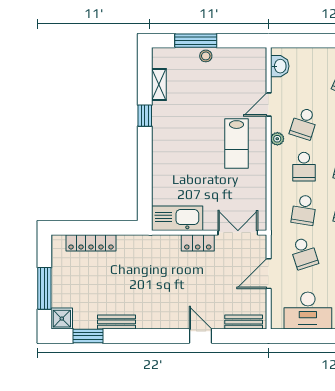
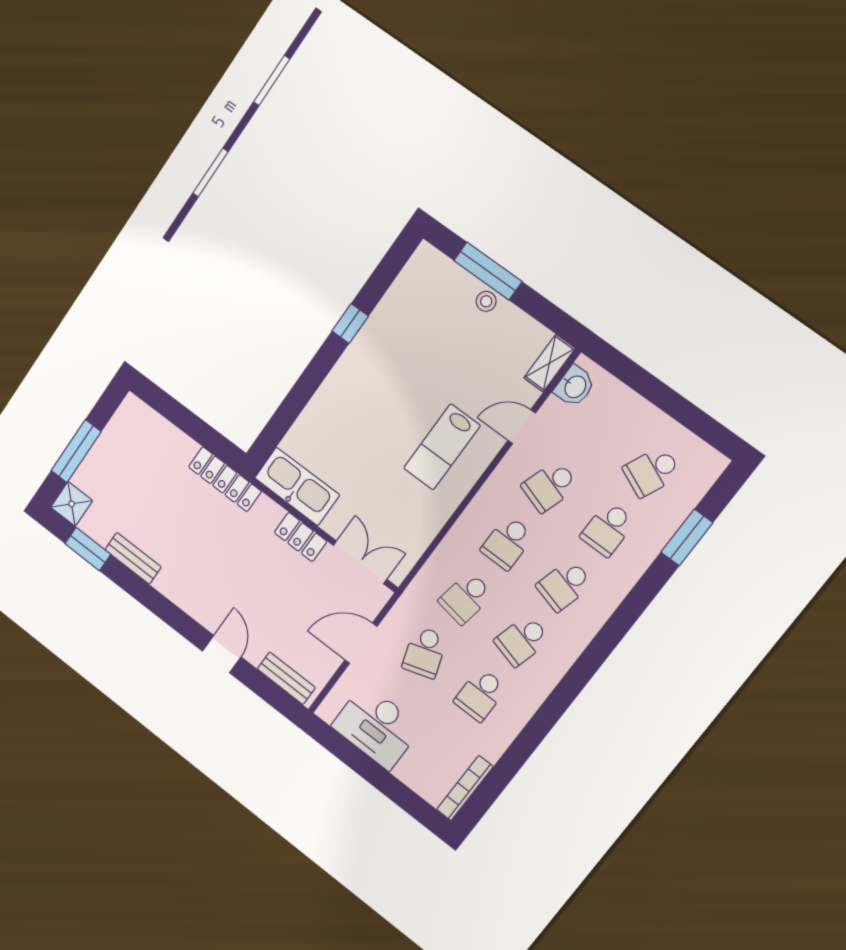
shelving: (159, 84) -> (550, 363), moved
plant: (277, 139) -> (499, 480), removed
locker: (91, 243) -> (225, 479), moved

